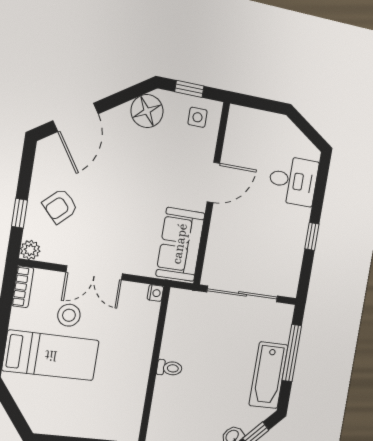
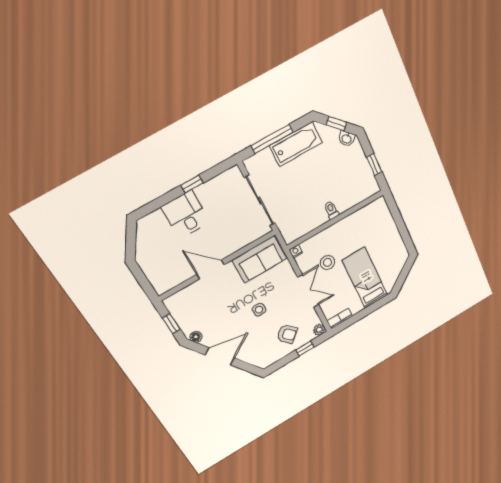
floor lamp: (147, 111) -> (196, 337), width x0.53, depth x0.53
door: (76, 117) -> (220, 356), moved
side table: (198, 117) -> (259, 310), moved
desk: (293, 181) -> (186, 214), moved
stool: (69, 315) -> (327, 262), moved

